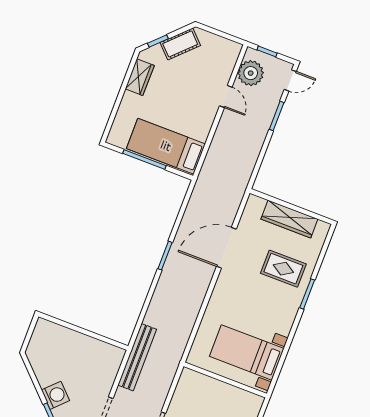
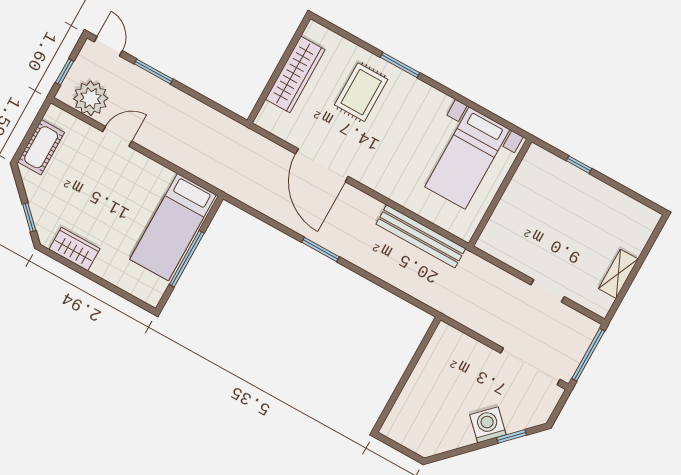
cot: (180, 44) -> (41, 147), moved, turned 45
bench: (137, 357) -> (421, 236), moved

